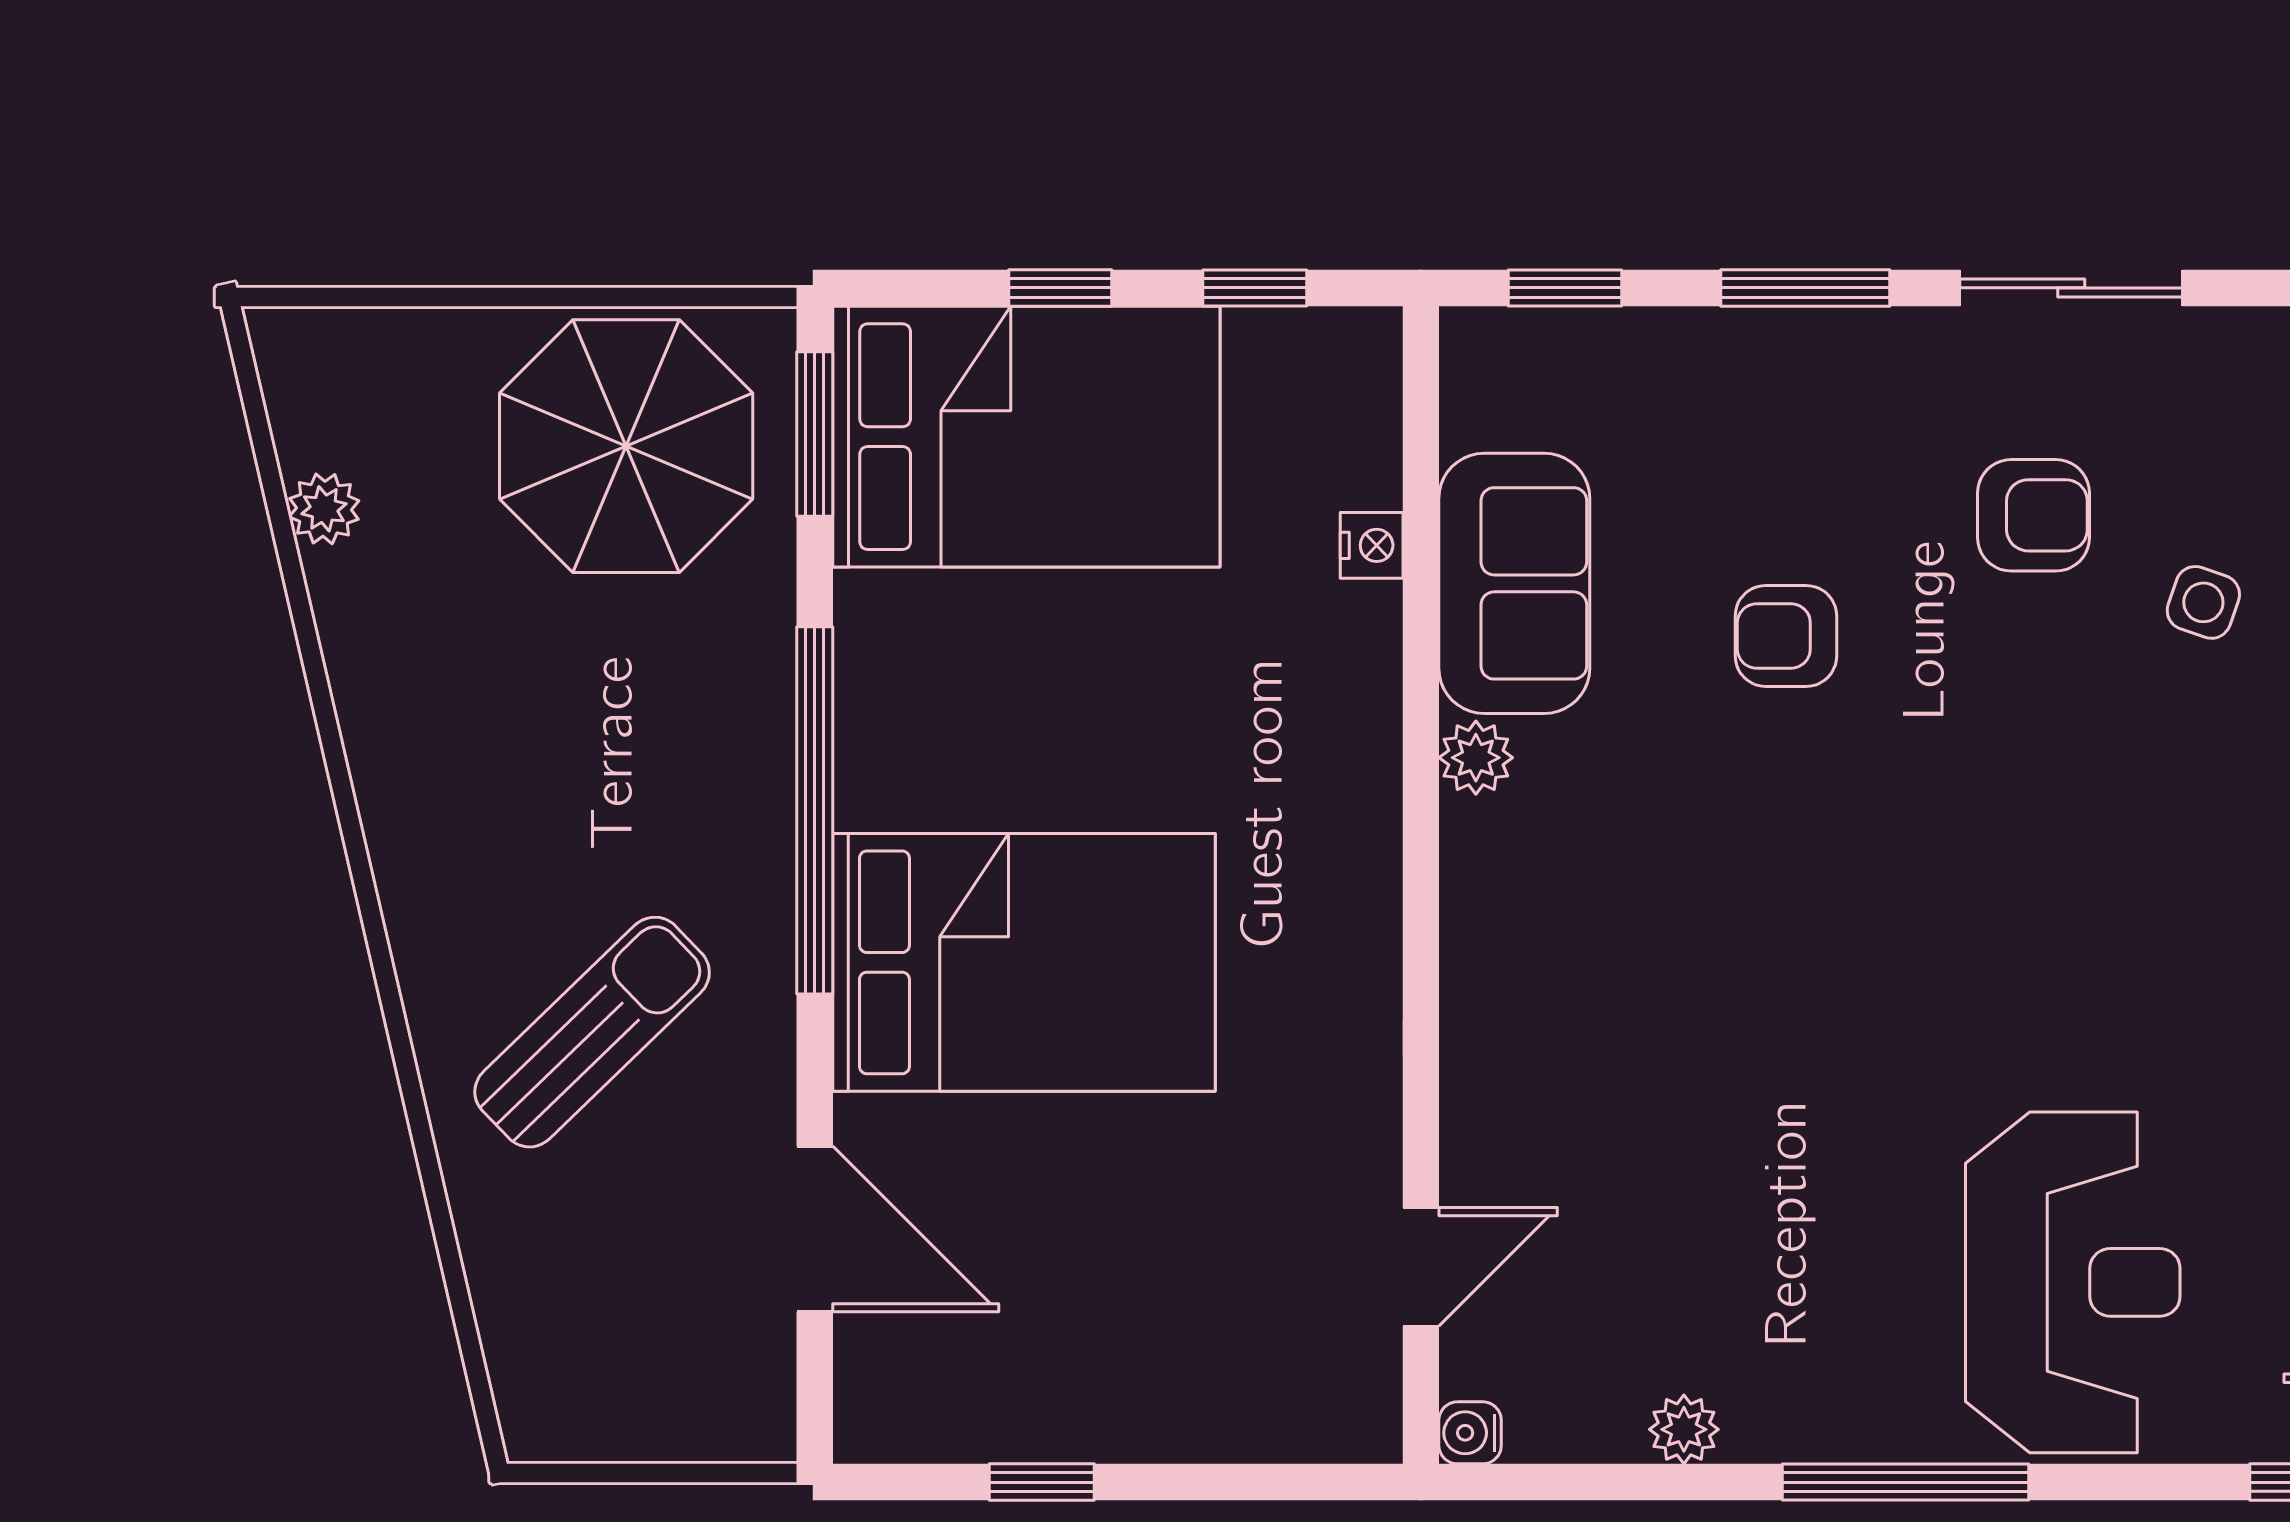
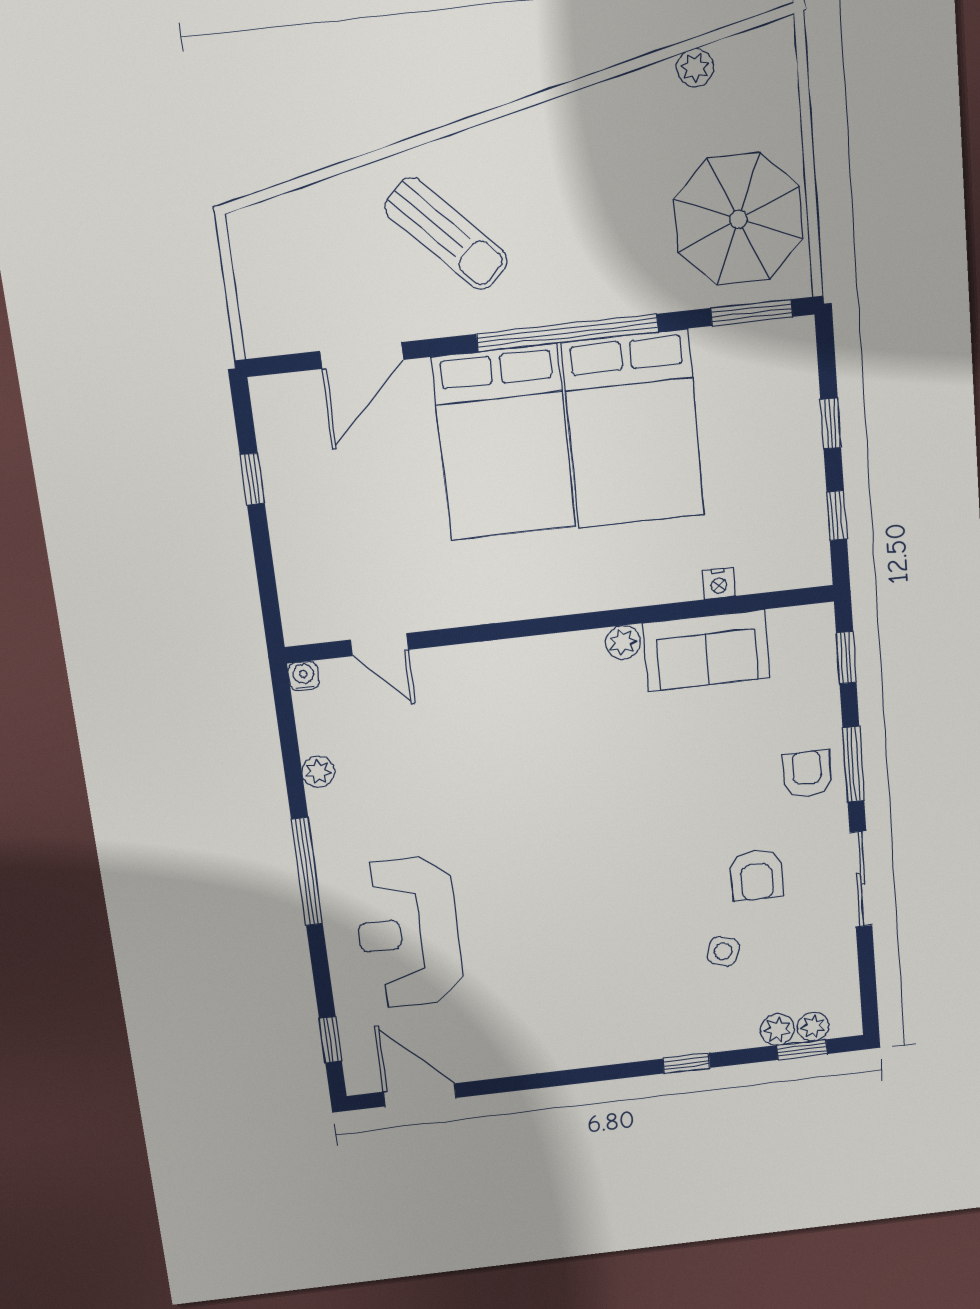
bed: (1026, 437) -> (633, 429), moved
armchair: (1786, 636) -> (807, 774), moved
reception desk: (2073, 1282) -> (408, 933), turned 90

